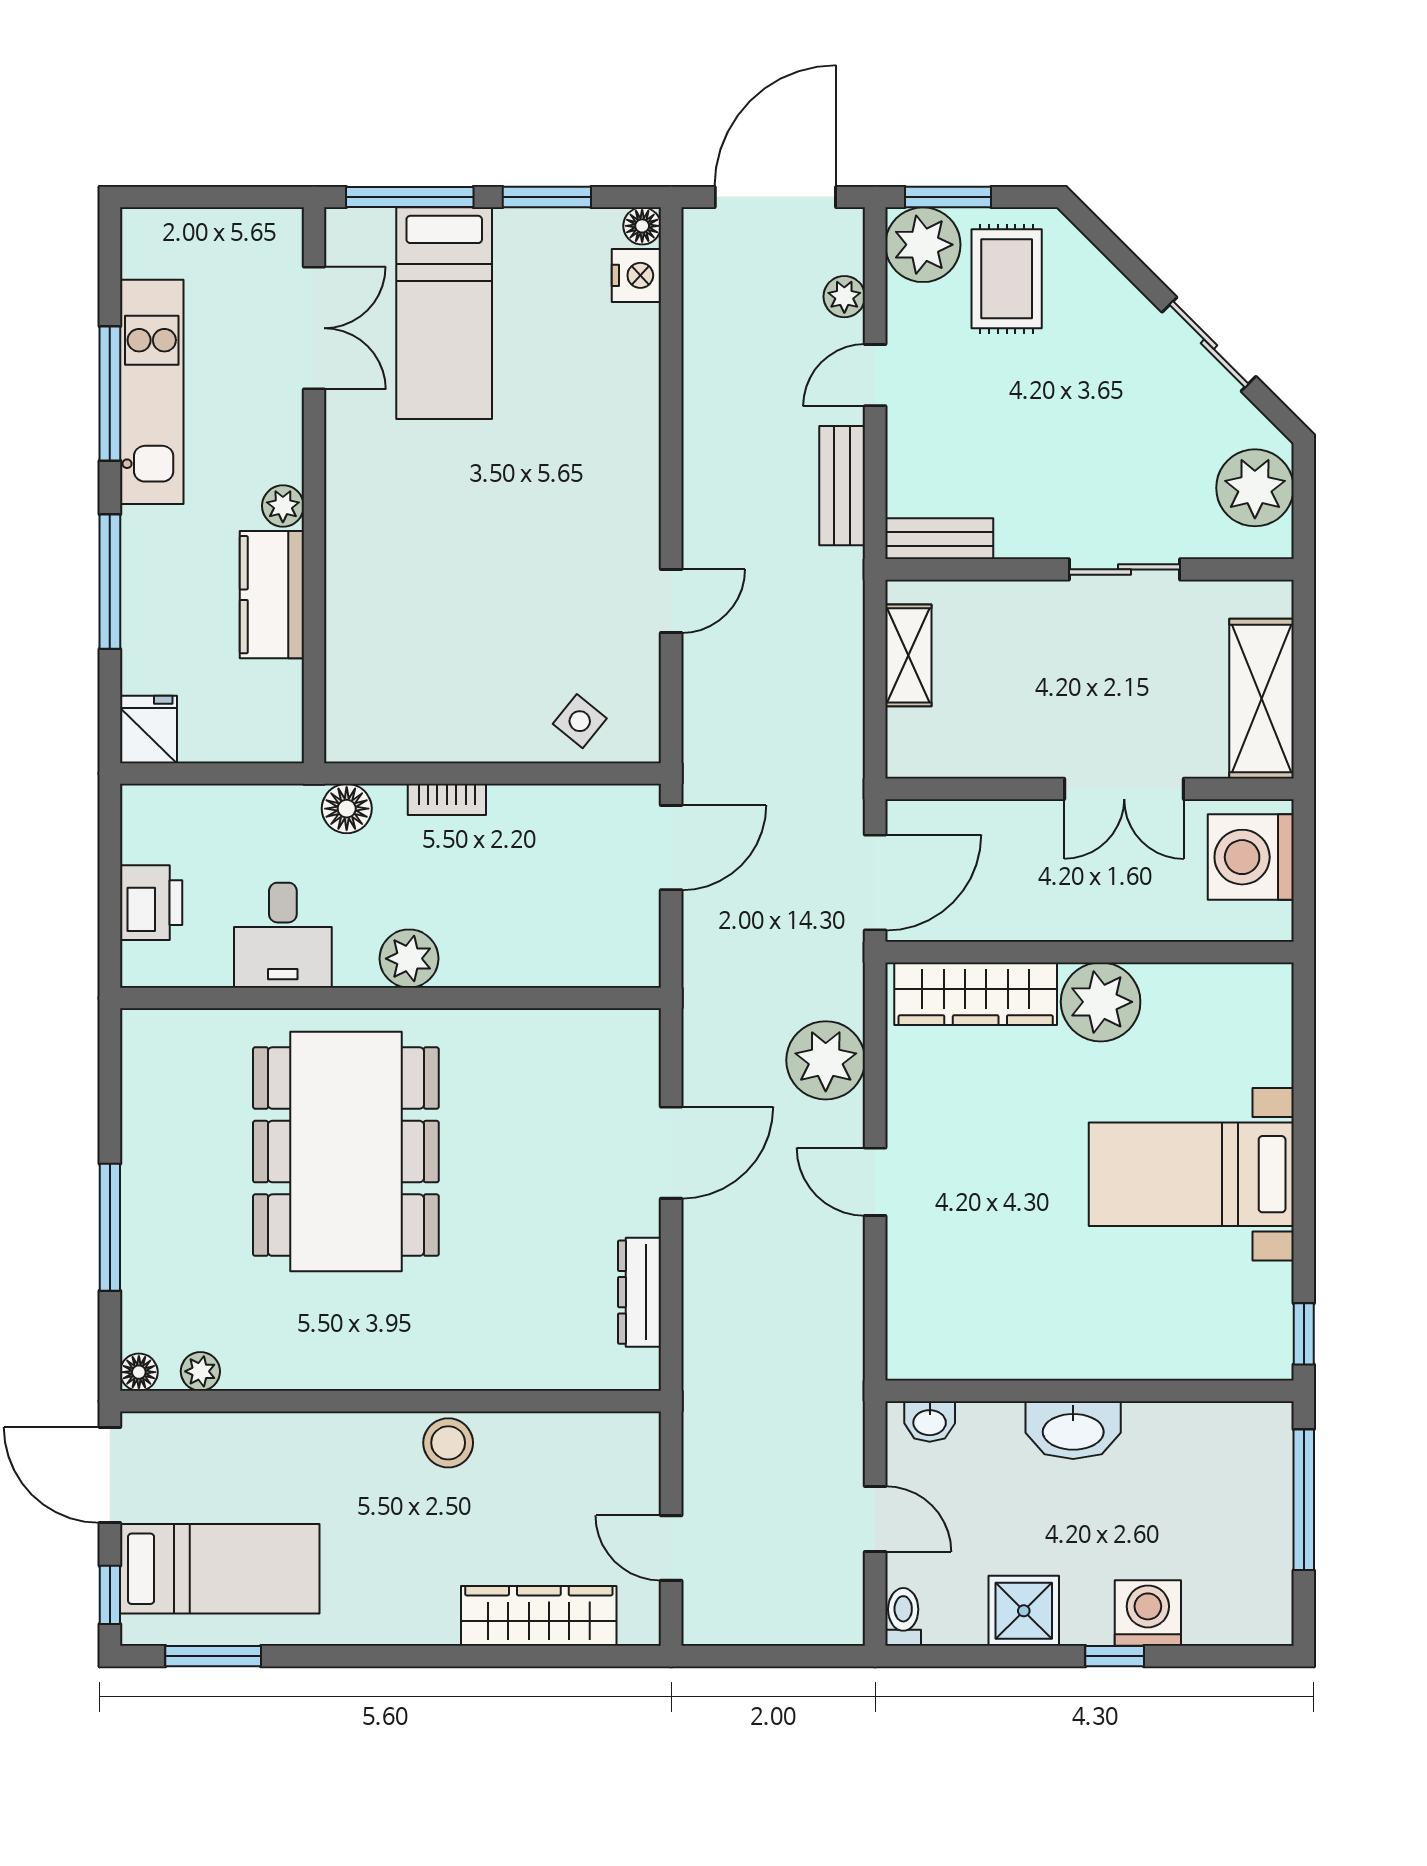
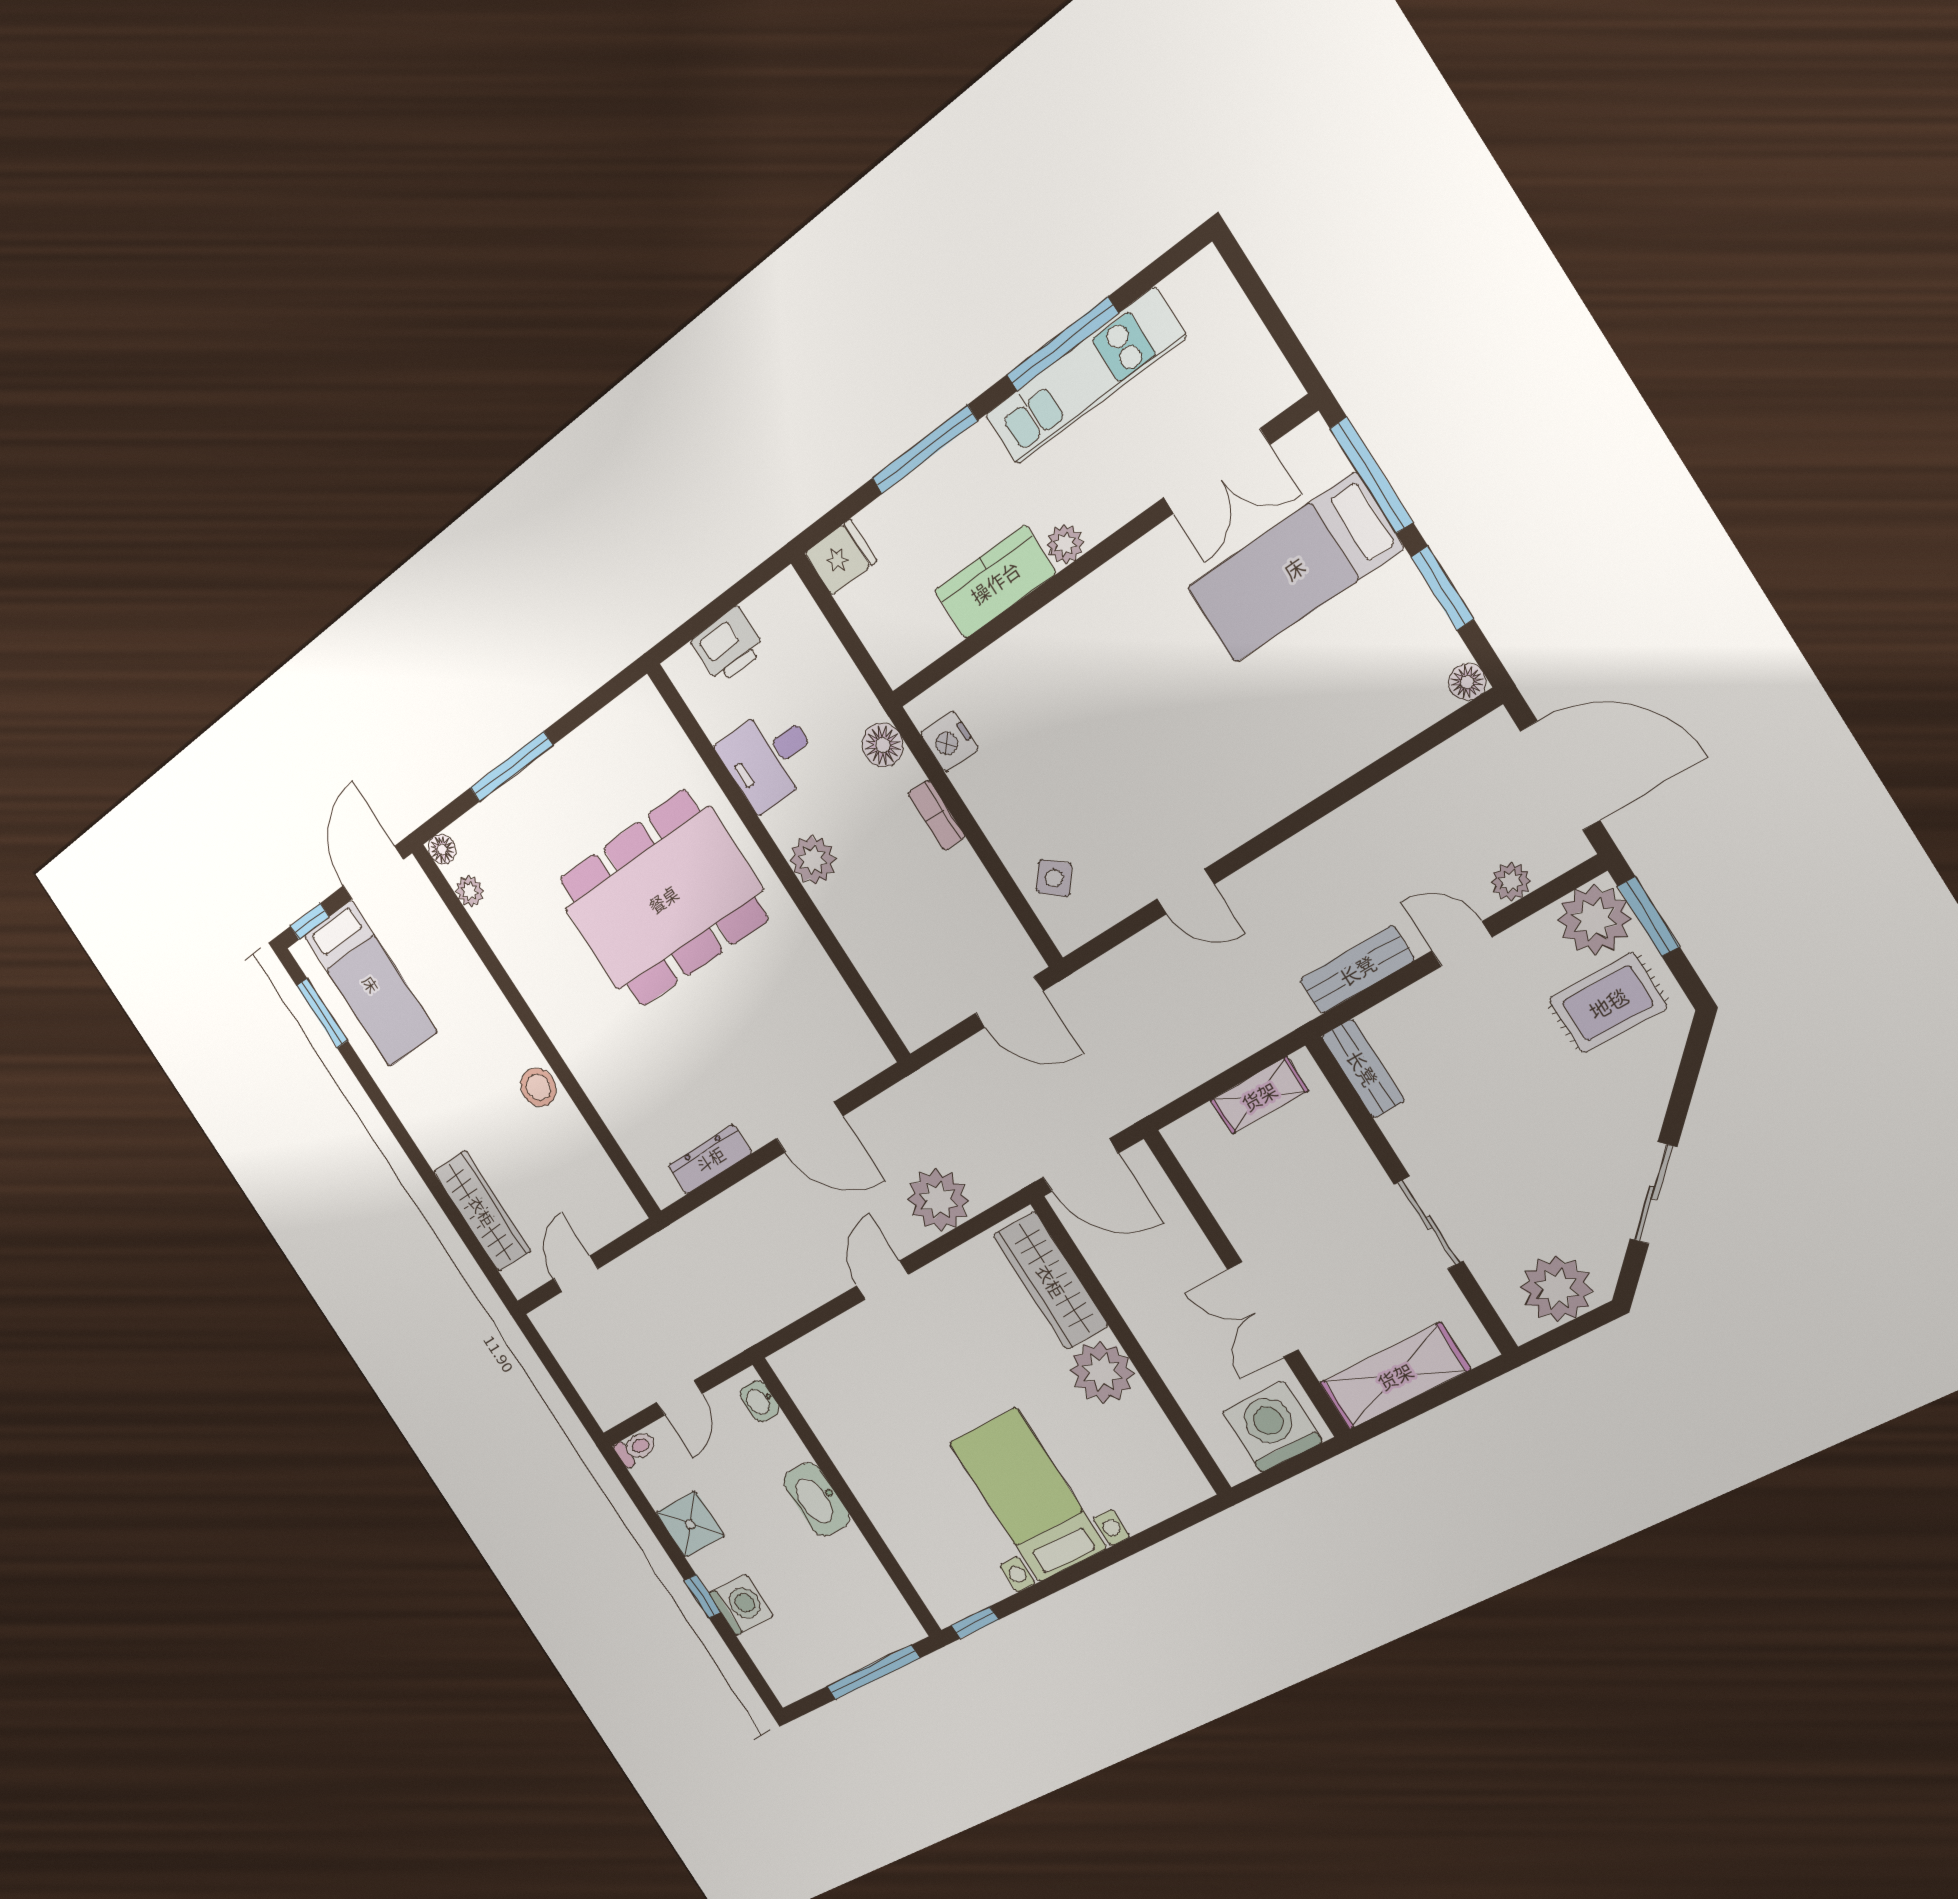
nightstand: (636, 275) -> (949, 741), moved, turned 90

